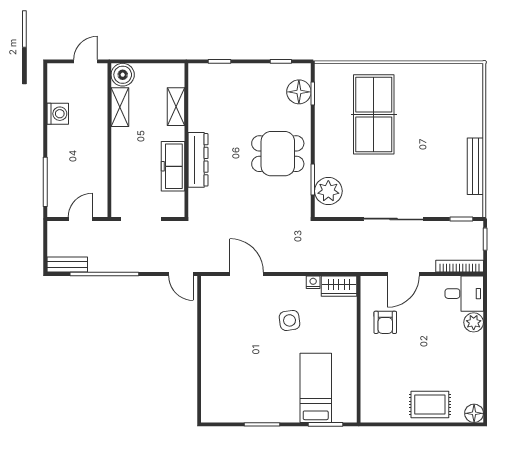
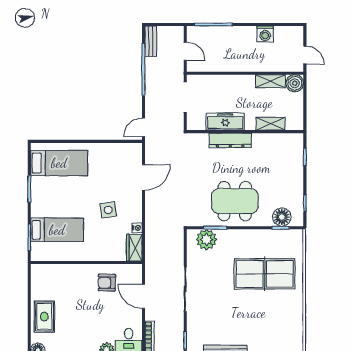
dining table: (278, 154) -> (235, 201), width x1.38
bed: (228, 385) -> (59, 163), added

